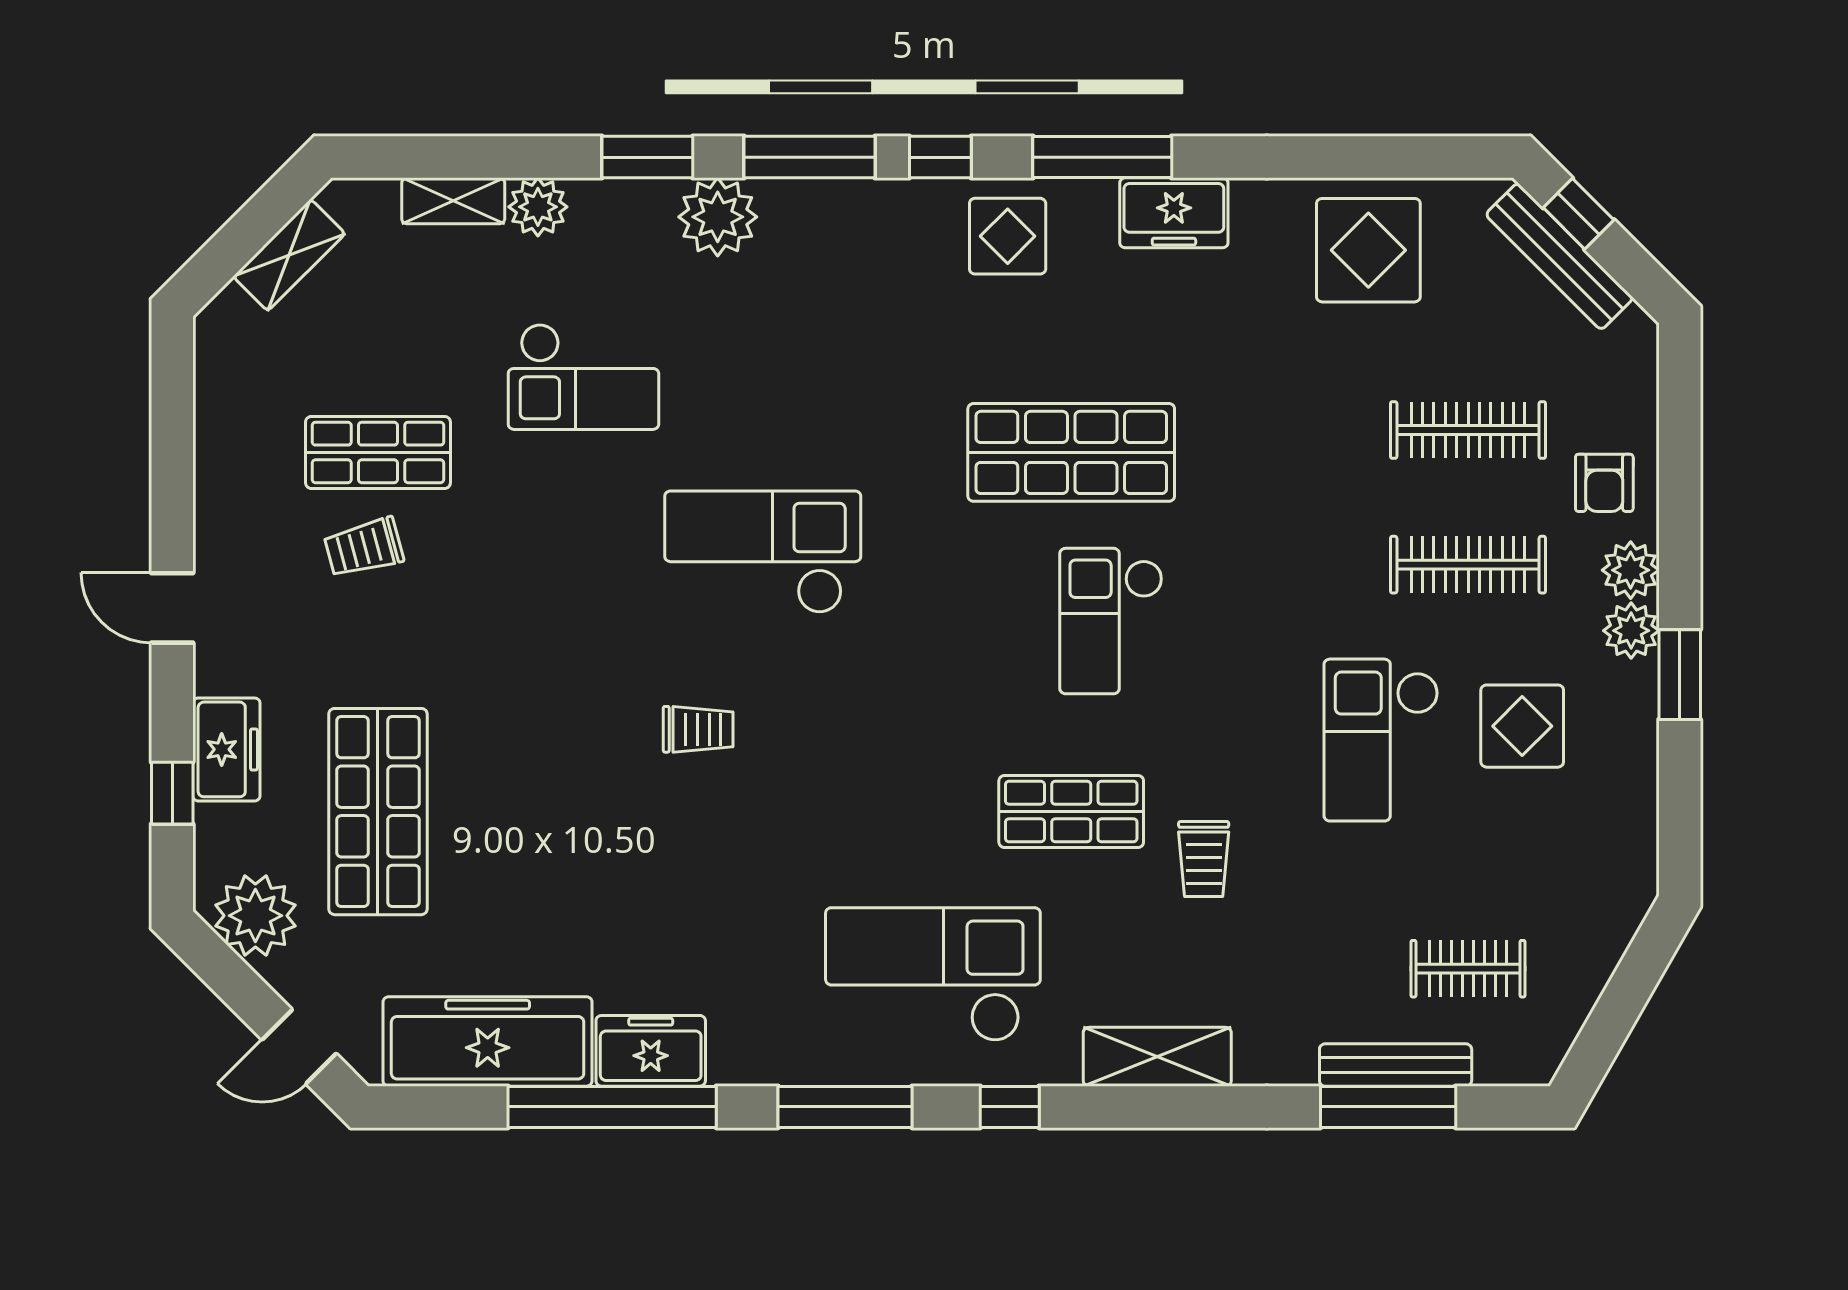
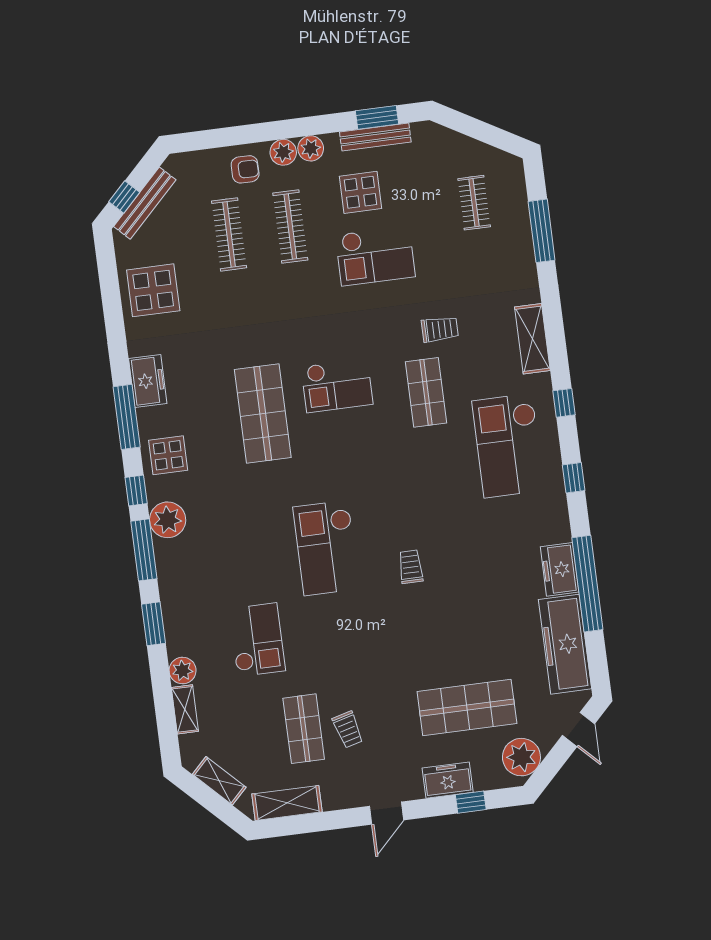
plant: (718, 217) -> (168, 520), moved
shelving: (222, 396) -> (287, 803), added
window: (1680, 675) -> (377, 117), moved
bench: (1396, 1065) -> (375, 137), moved, turned 90
window: (845, 1107) -> (574, 478), width x0.46

